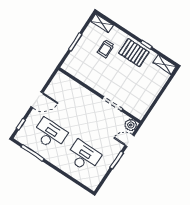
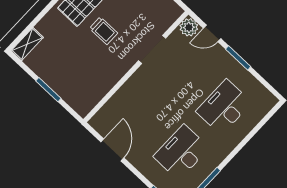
trolley: (106, 49) -> (104, 31), moved
door: (37, 100) -> (112, 150), moved
door: (130, 141) -> (212, 33), hinge flipped

